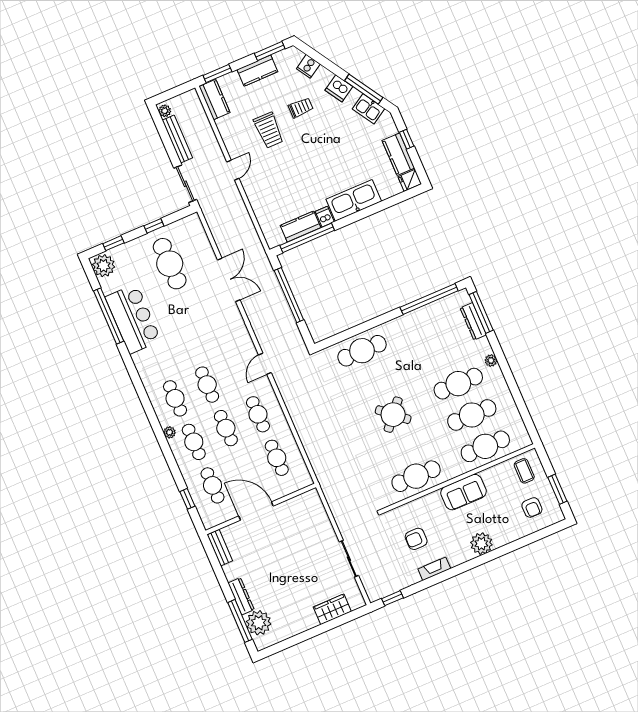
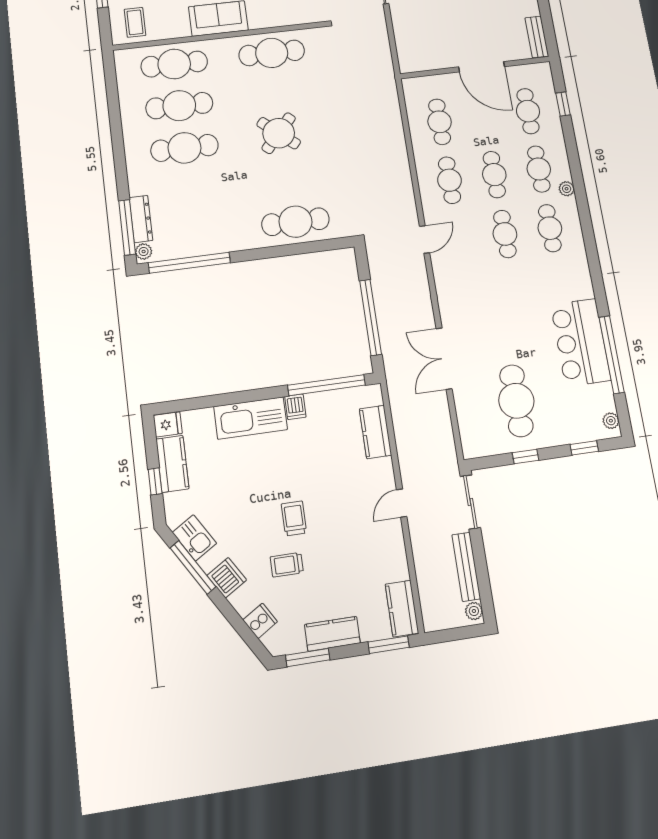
trolley: (269, 130) -> (294, 518), moved, width x0.73, depth x0.72
kitchen counter: (300, 227) -> (375, 432), moved, turned 90
plant: (104, 266) -> (611, 421), width x0.53, depth x0.53
plant: (491, 361) -> (144, 251), moved

